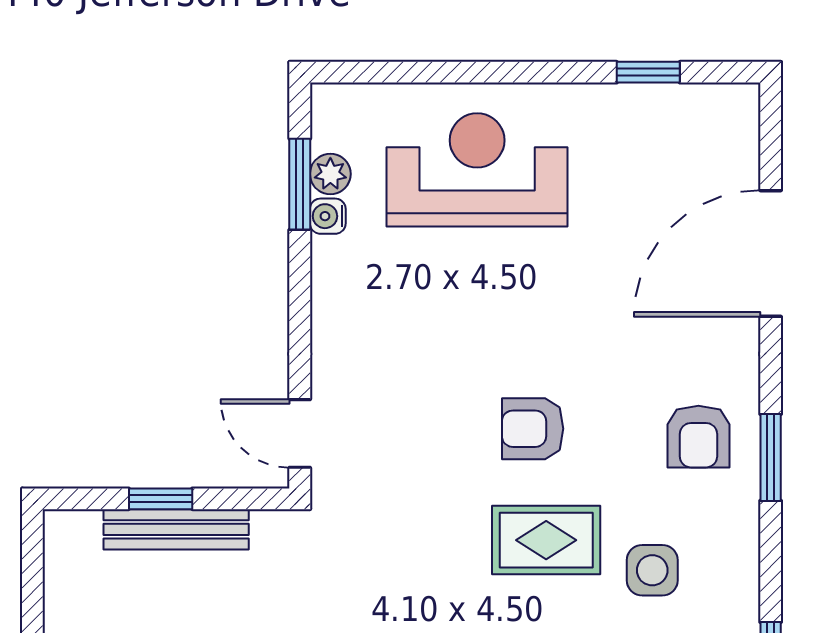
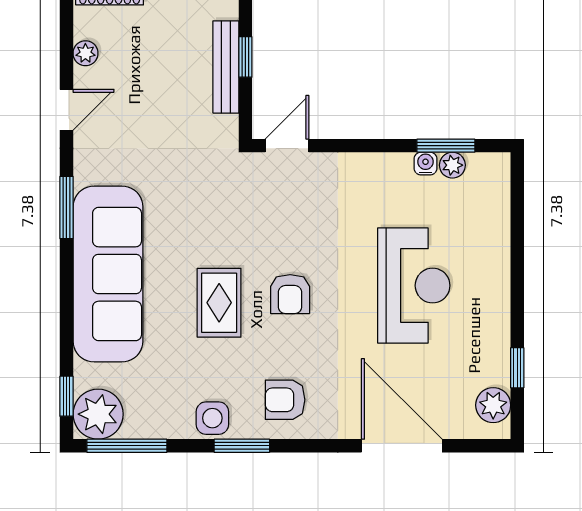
plant: (707, 110) -> (493, 405), added
reception desk: (477, 170) -> (414, 286), moved
armchair: (533, 429) -> (290, 294), turned 180
window: (771, 457) -> (242, 446), moved
side table: (652, 570) -> (212, 418), moved

